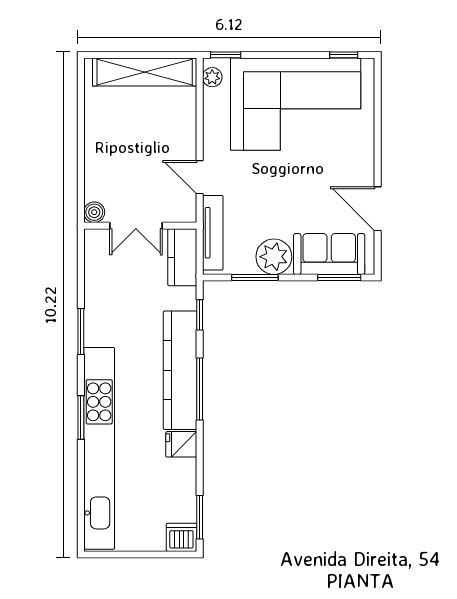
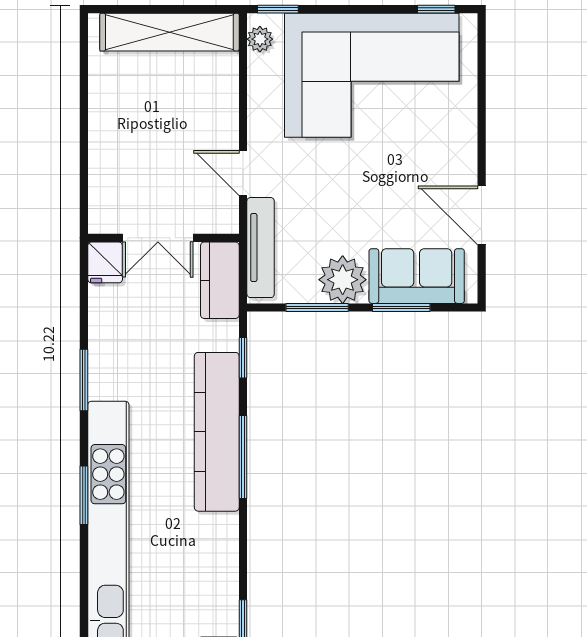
boiler: (94, 212) -> (102, 220), removed
window: (339, 277) -> (401, 307), moved
fridge: (181, 444) -> (105, 262), moved, turned -90

